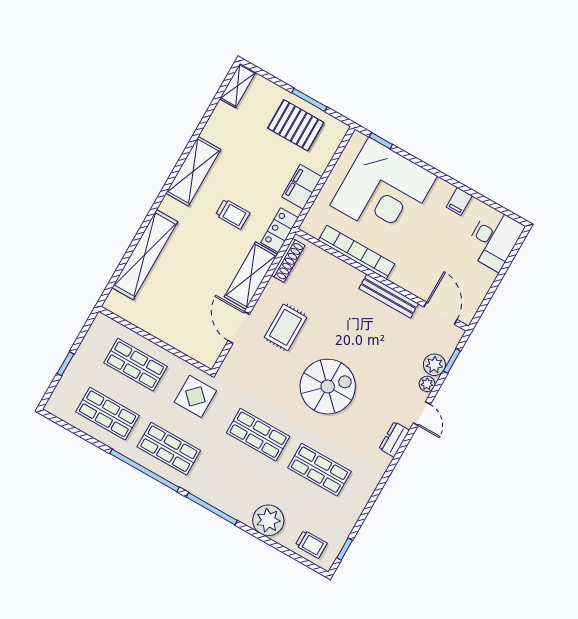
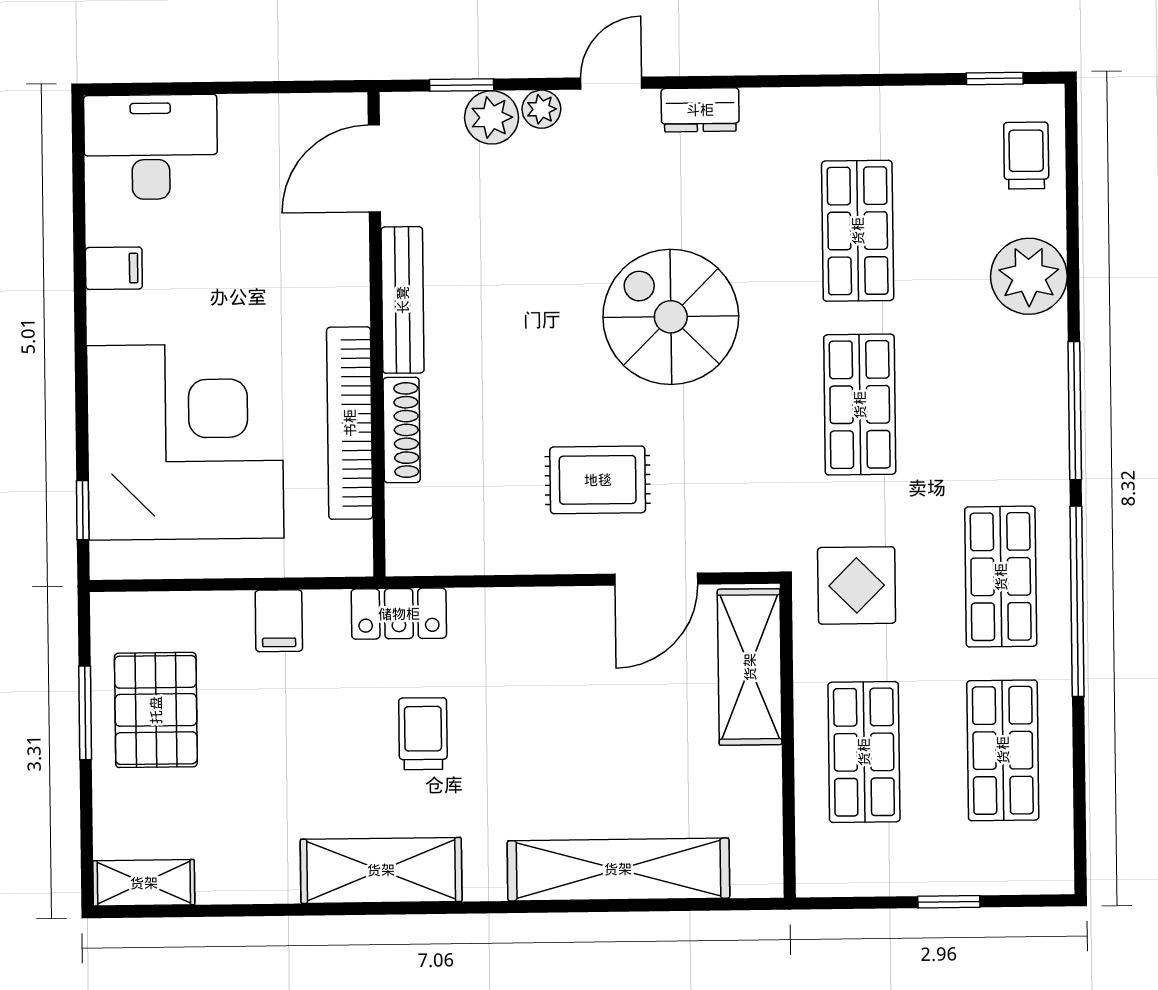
filing cabinet: (302, 187) -> (279, 621), width x0.50
shoe rack: (288, 260) -> (402, 430), moved, turned 90
shelving: (251, 276) -> (750, 667), moved, turned 90

